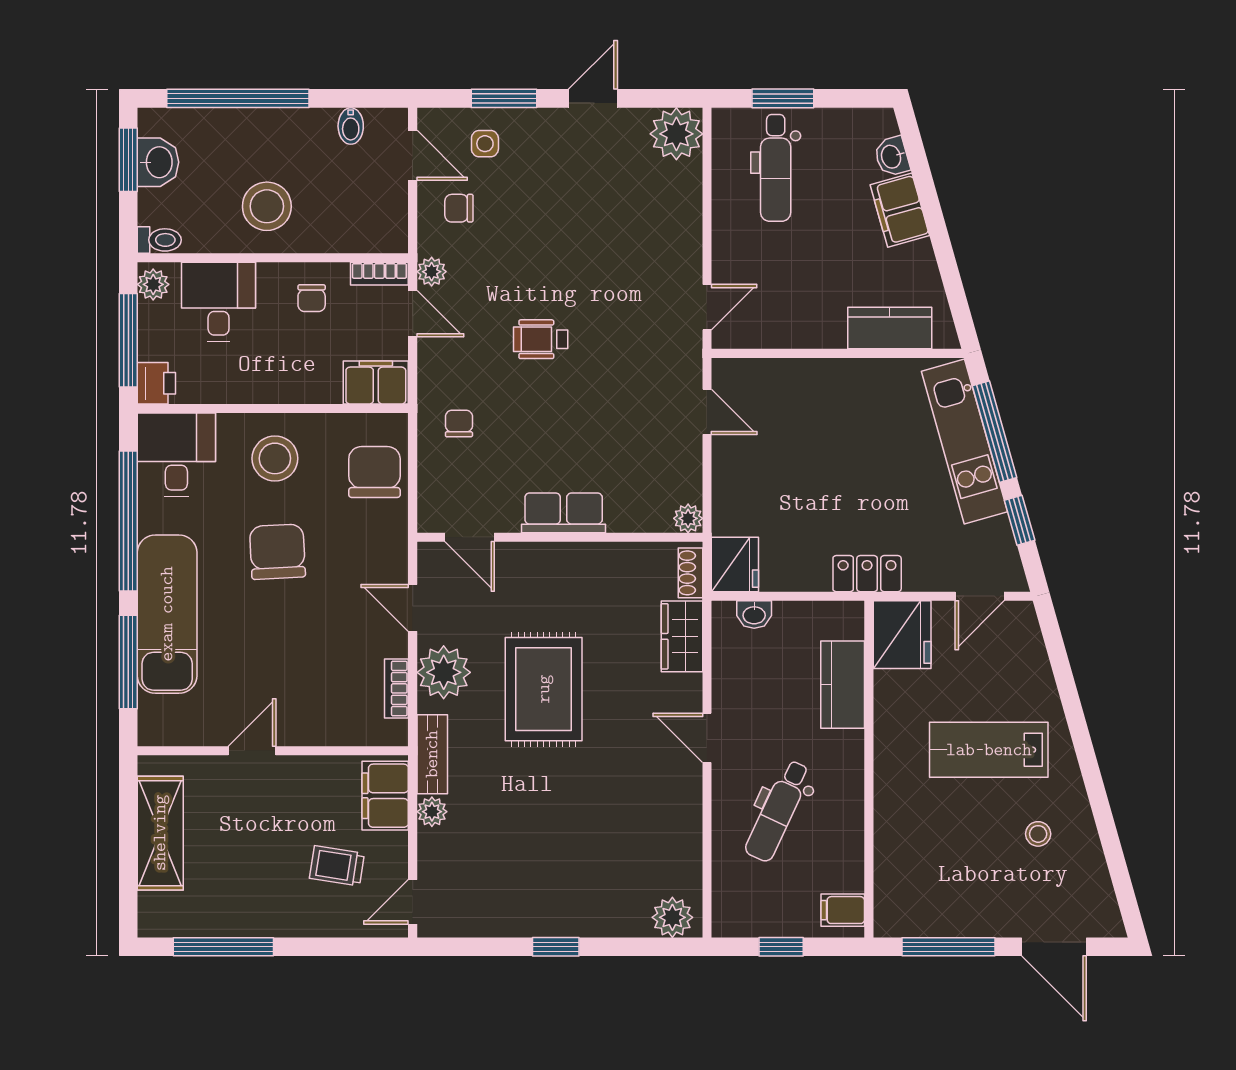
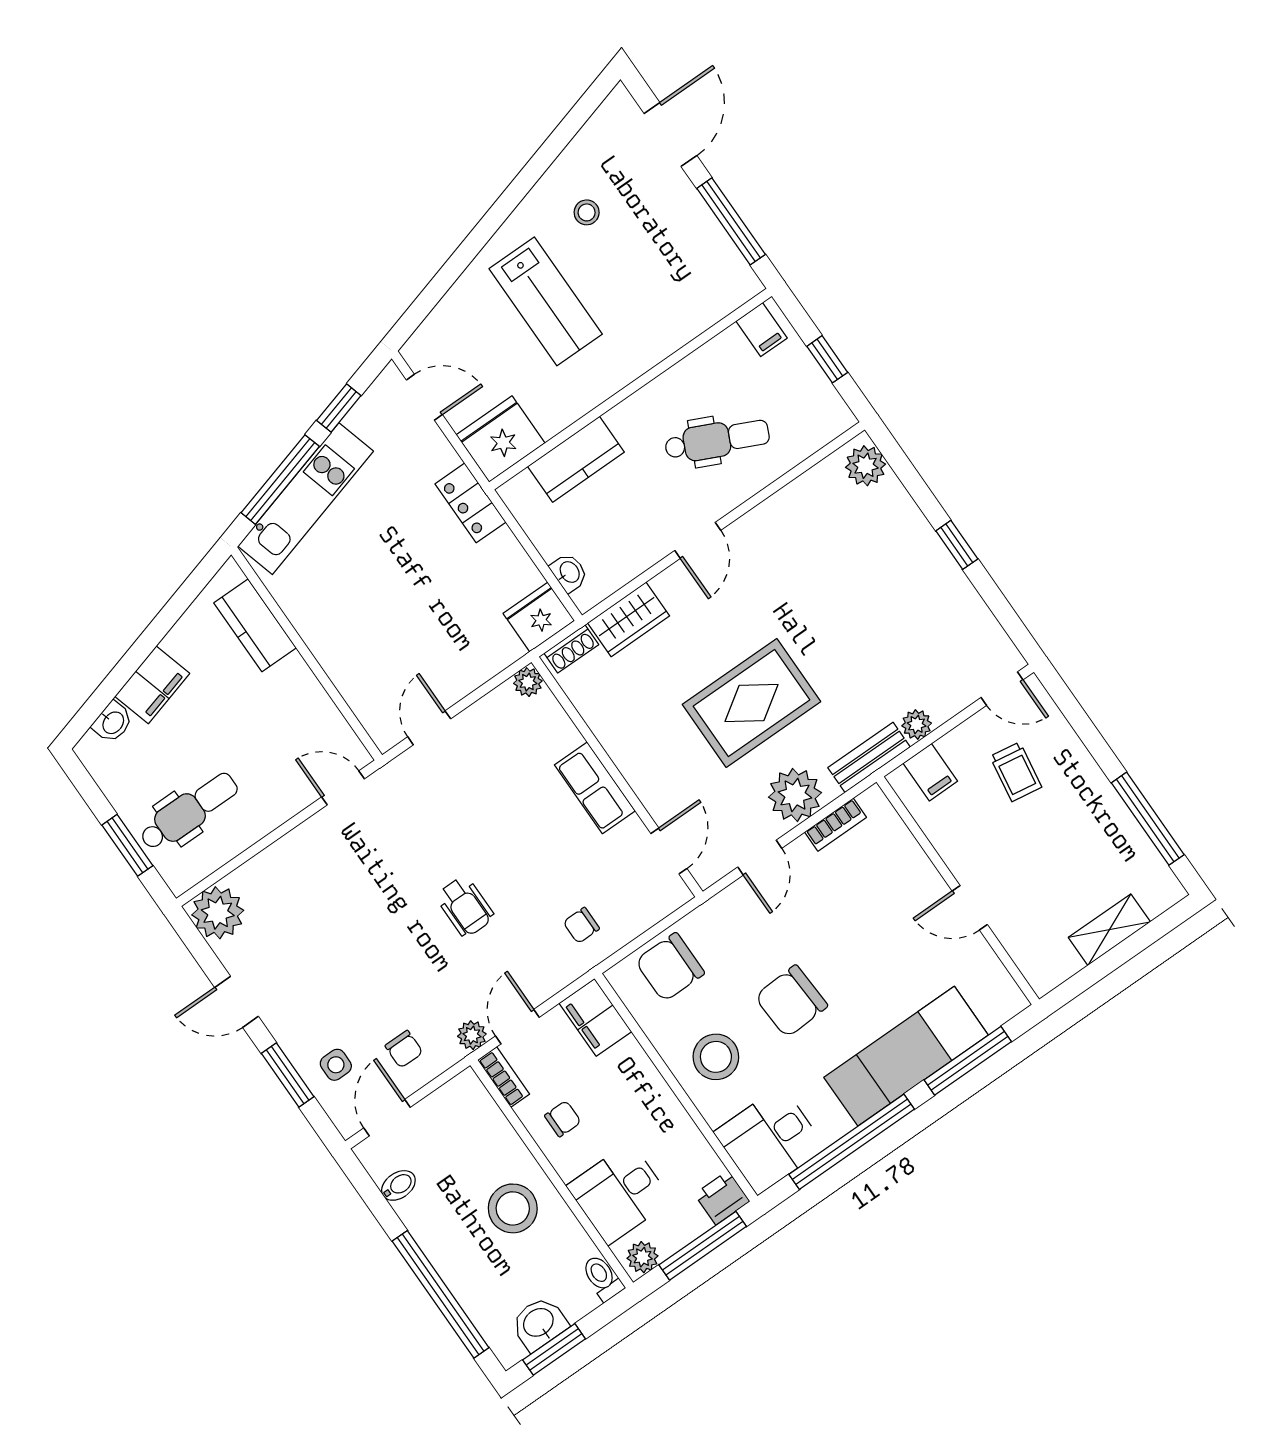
filing cabinet: (385, 796) -> (930, 772), width x0.50
shelving: (160, 833) -> (1109, 930), width x0.67, depth x0.75

